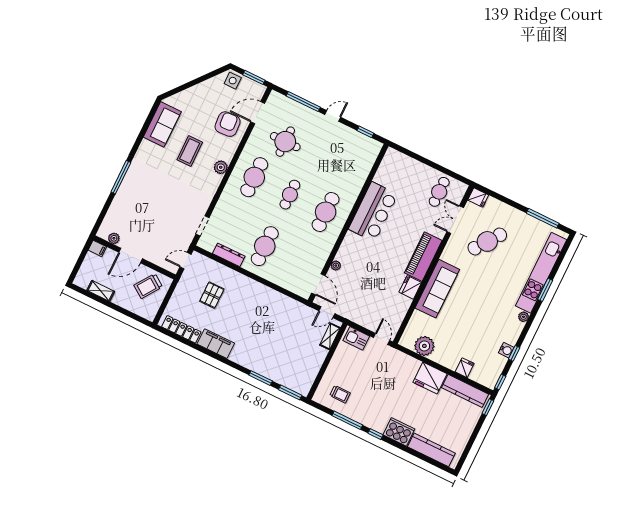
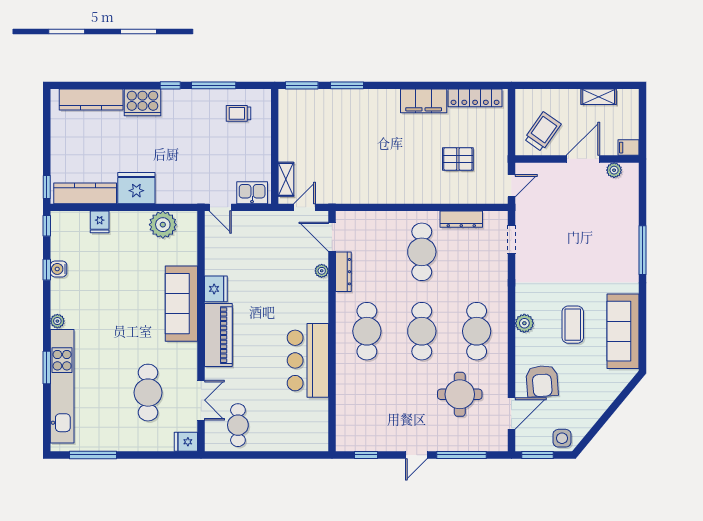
sofa: (162, 124) -> (623, 331), width x1.36
cafe table: (290, 195) -> (422, 331), width x1.37, depth x1.35
cafe table: (487, 241) -> (148, 393), turned -36
dresser: (322, 258) -> (343, 272), added
pallet: (212, 295) -> (458, 159), turned 90

